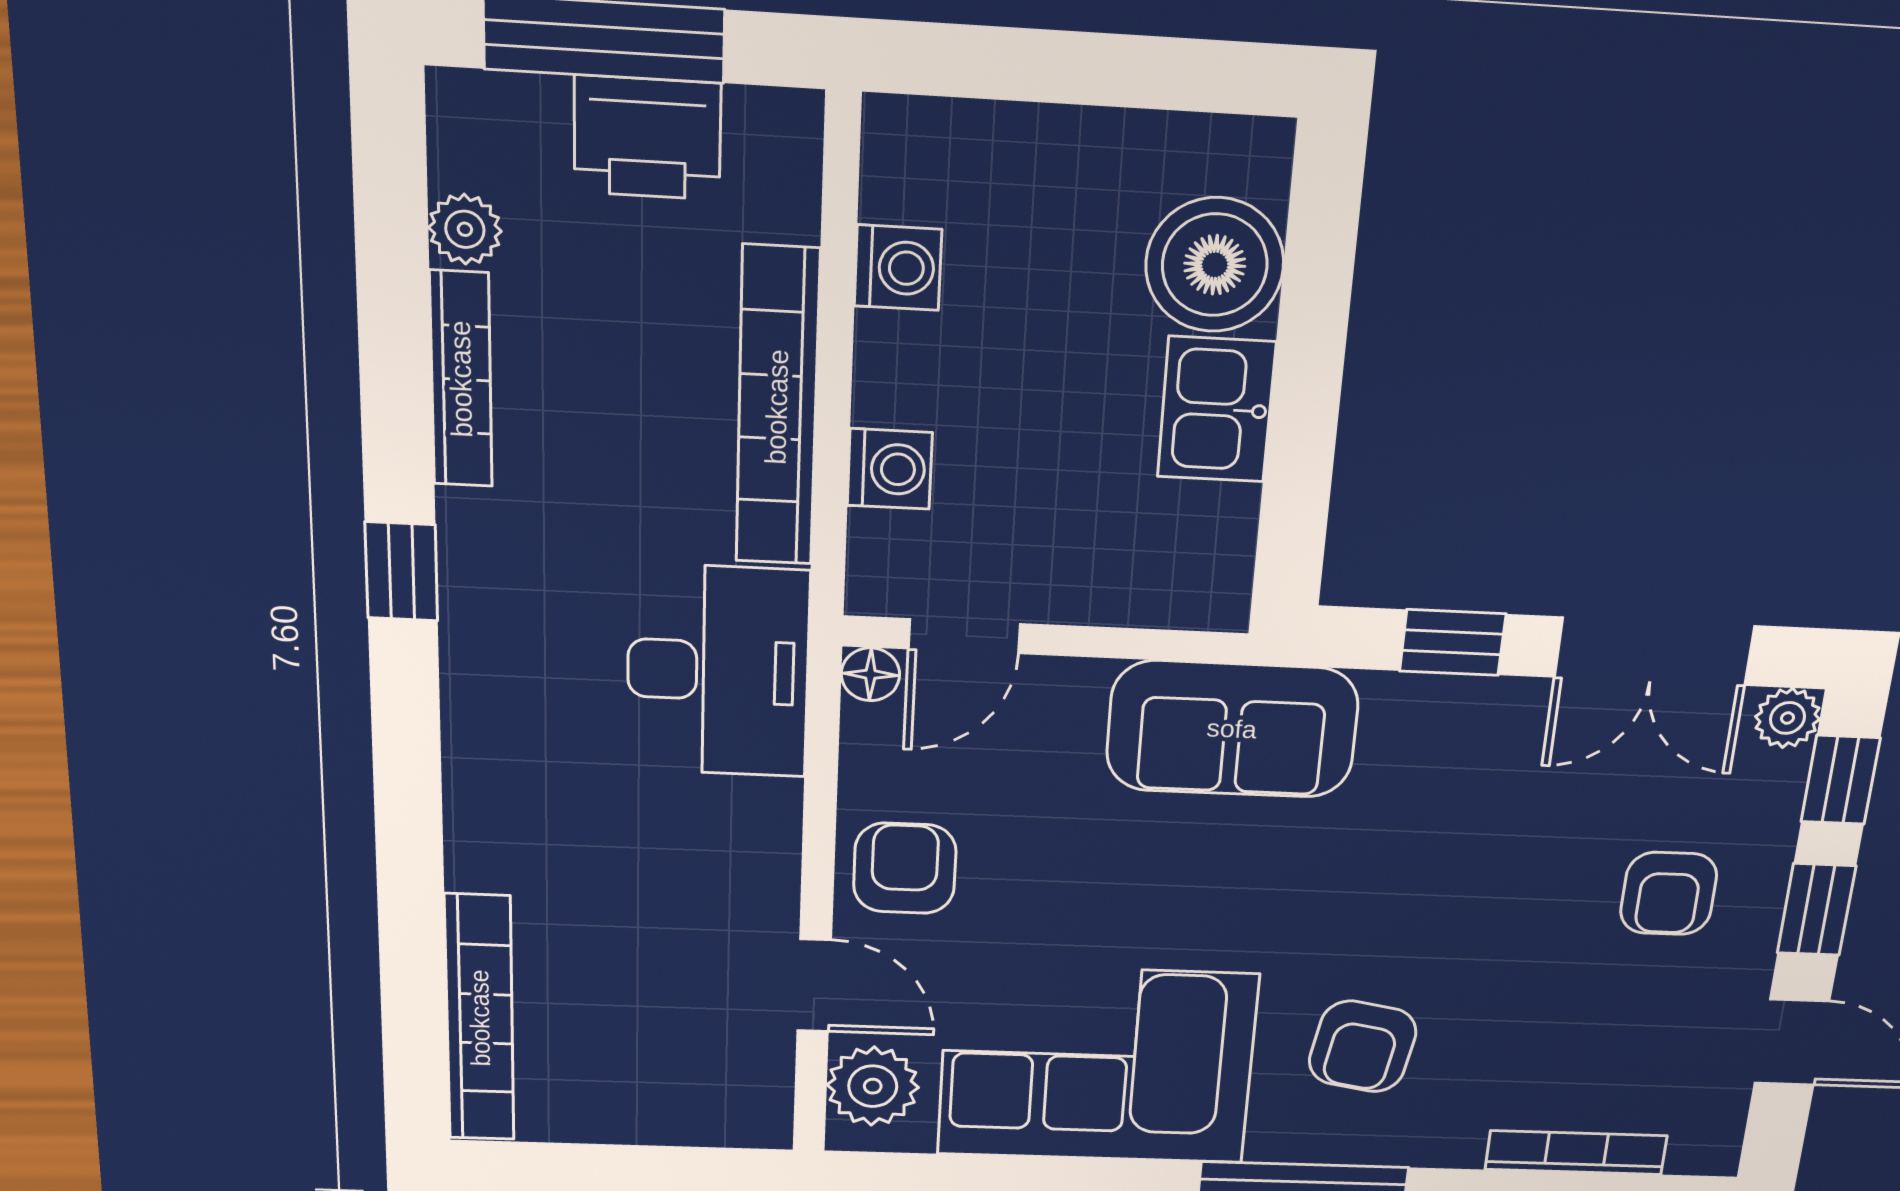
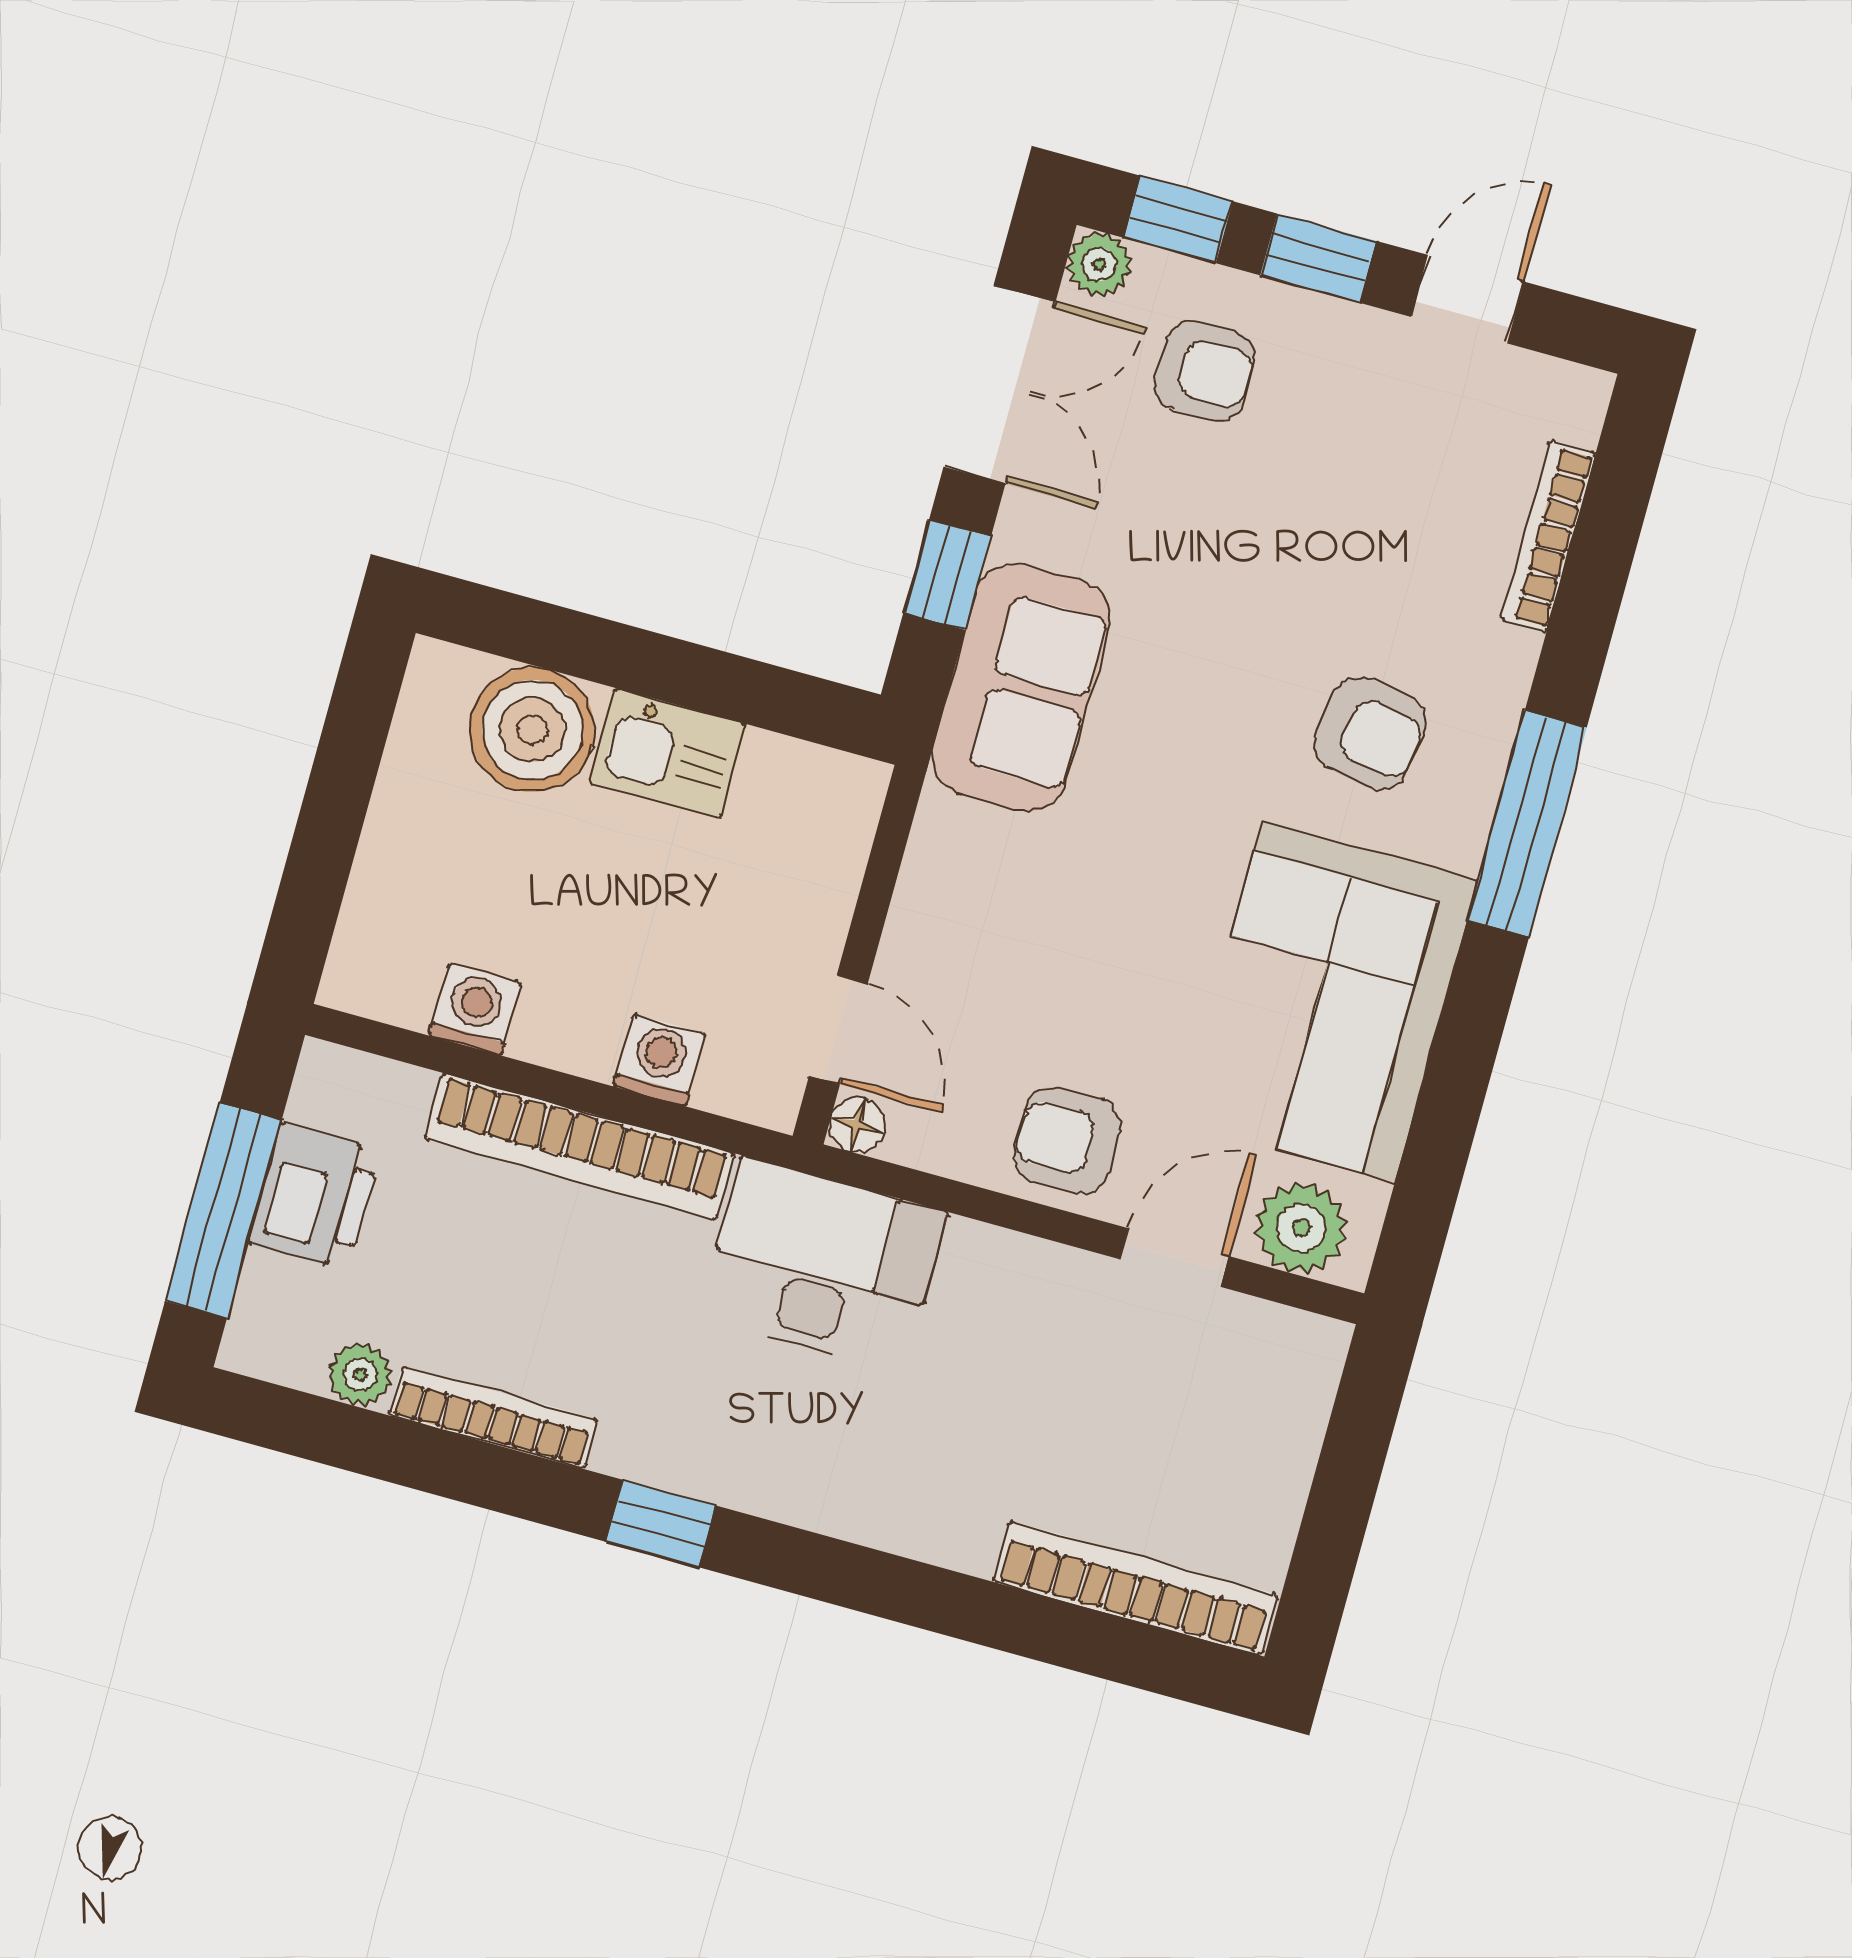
sofa: (1232, 729) -> (1021, 688), moved
armchair: (1669, 893) -> (1205, 371), moved

